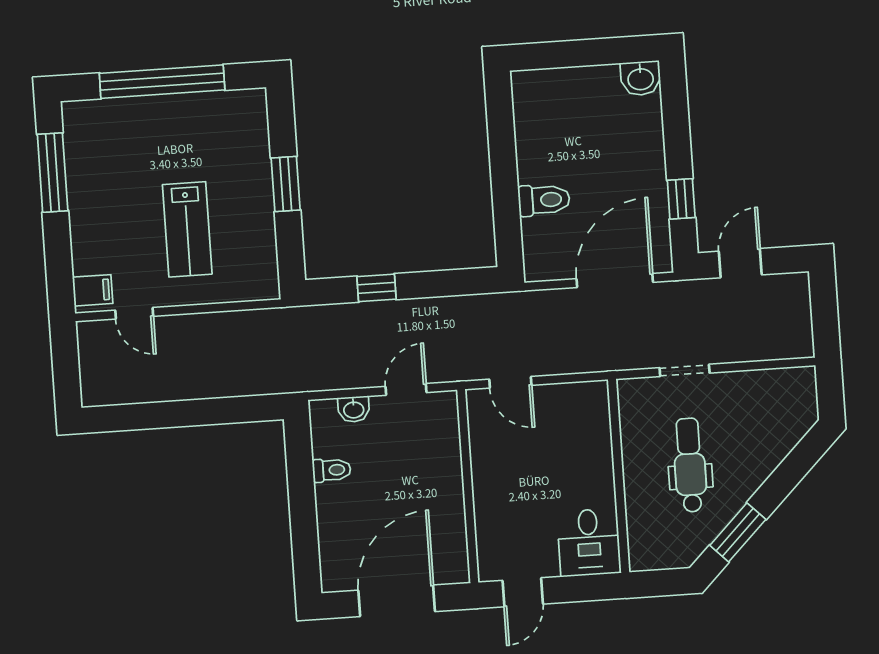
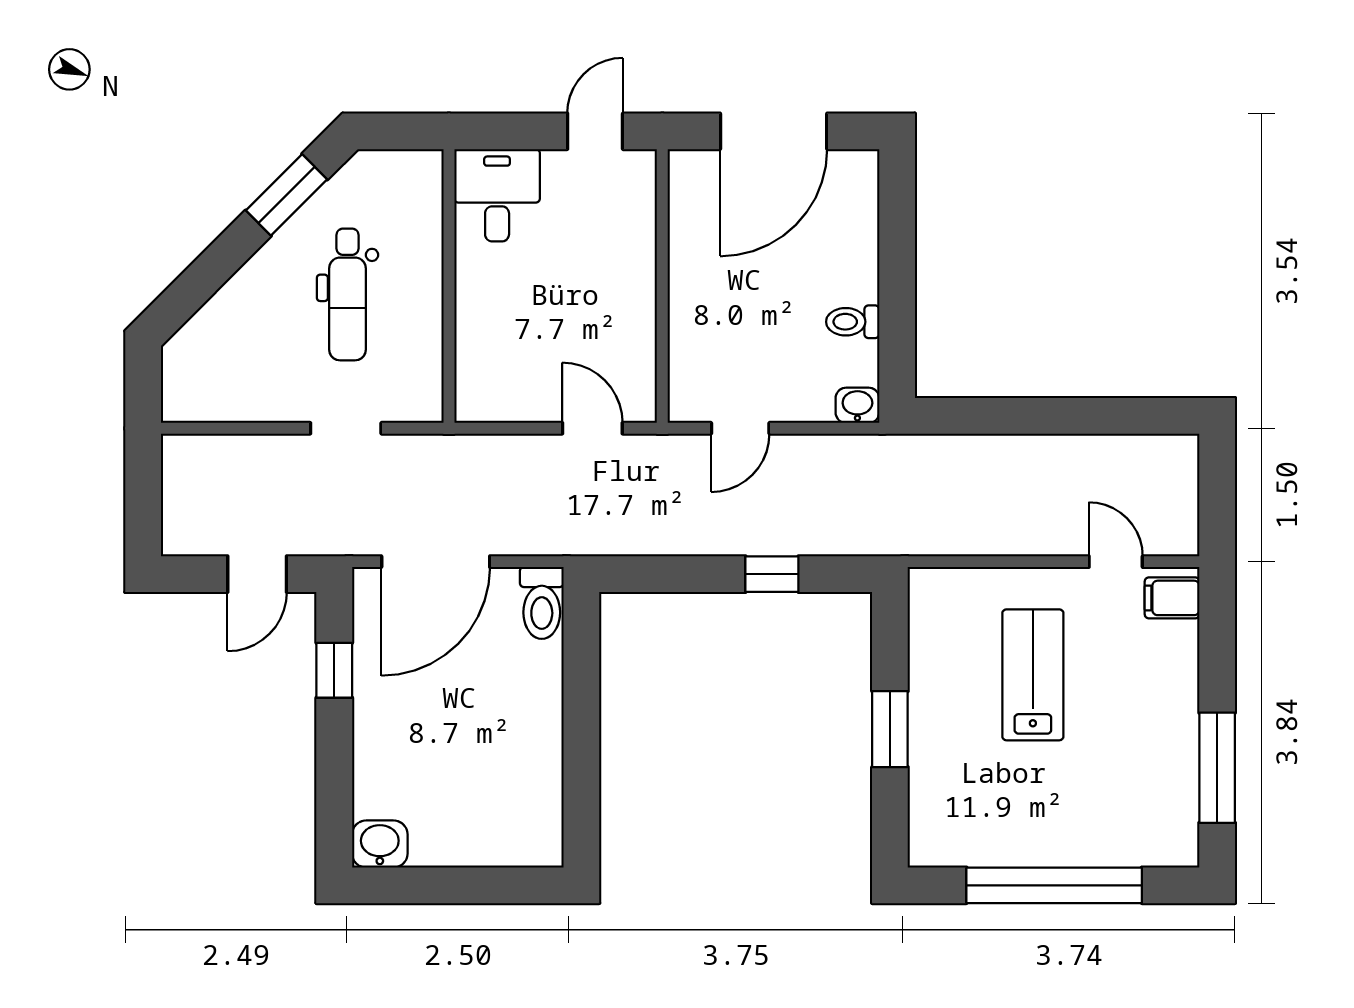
toilet: (544, 200) -> (542, 603), moved, turned -90
washbasin: (354, 409) -> (857, 405), moved

